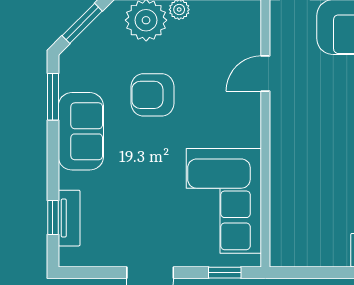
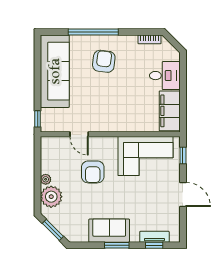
armchair: (153, 95) -> (93, 172), moved
window: (53, 97) -> (117, 245), moved
filing cabinet: (310, 247) -> (170, 111), added

